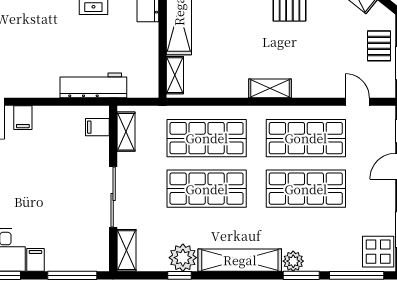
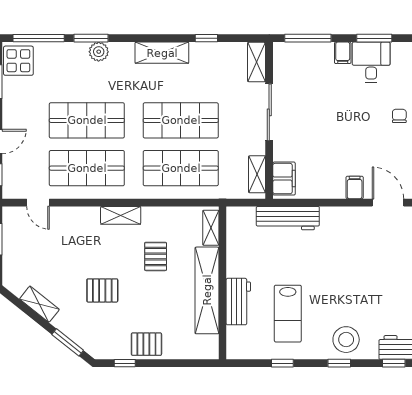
pallet: (379, 46) -> (156, 256), moved
filing cabinet: (97, 127) -> (284, 179), width x2.00
plant: (183, 258) -> (203, 55), removed
shelving: (240, 260) -> (162, 53), width x0.68

